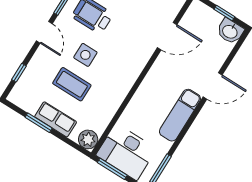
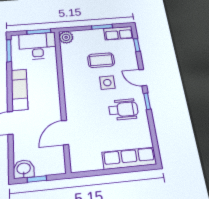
row of seats: (56, 119) -> (119, 33), moved

